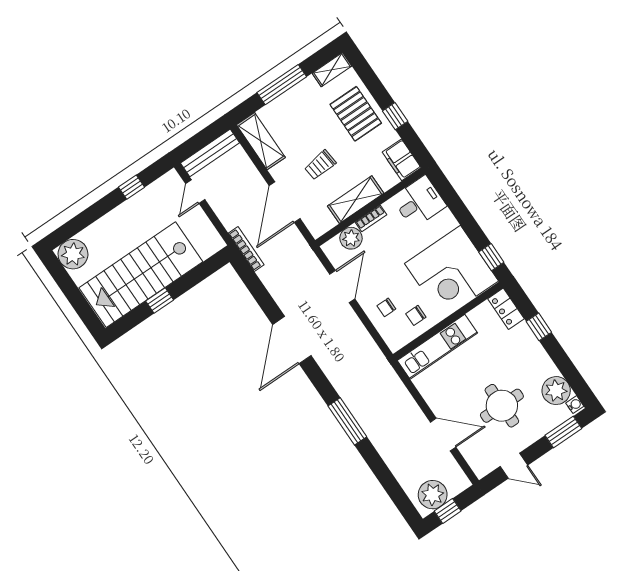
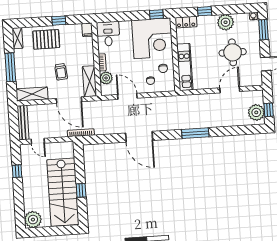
filing cabinet: (402, 160) -> (87, 30), width x0.50
shelving: (356, 200) -> (90, 81), moved
plant: (556, 391) -> (226, 22), moved

